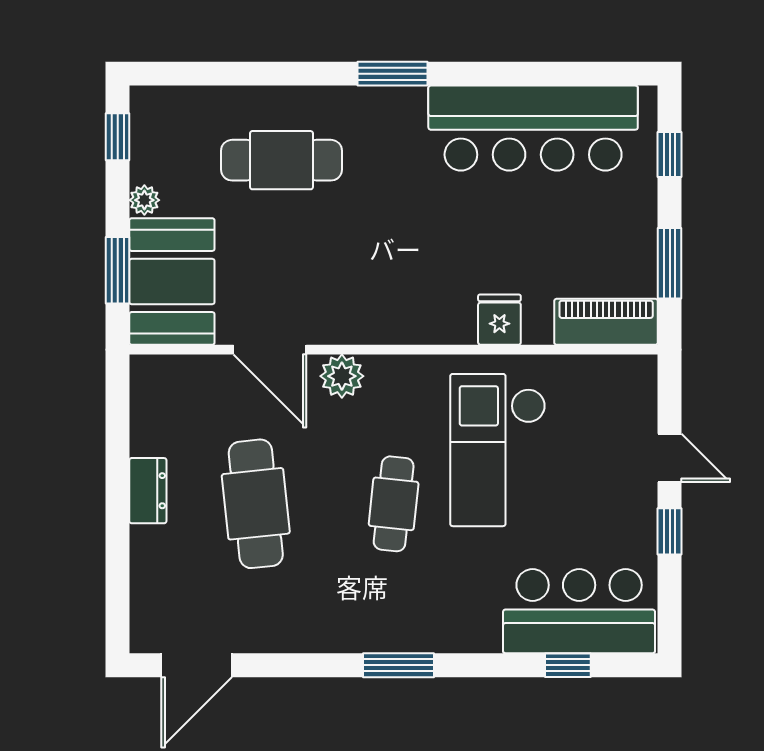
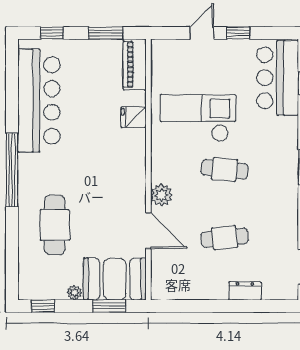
window: (393, 74) -> (12, 170), width x2.11
door: (270, 350) -> (148, 231), hinge flipped
checkout: (498, 450) -> (198, 118), turned 180
dresser: (148, 491) -> (245, 291), moved
cafe table: (256, 504) -> (225, 238), width x0.73, depth x0.74

